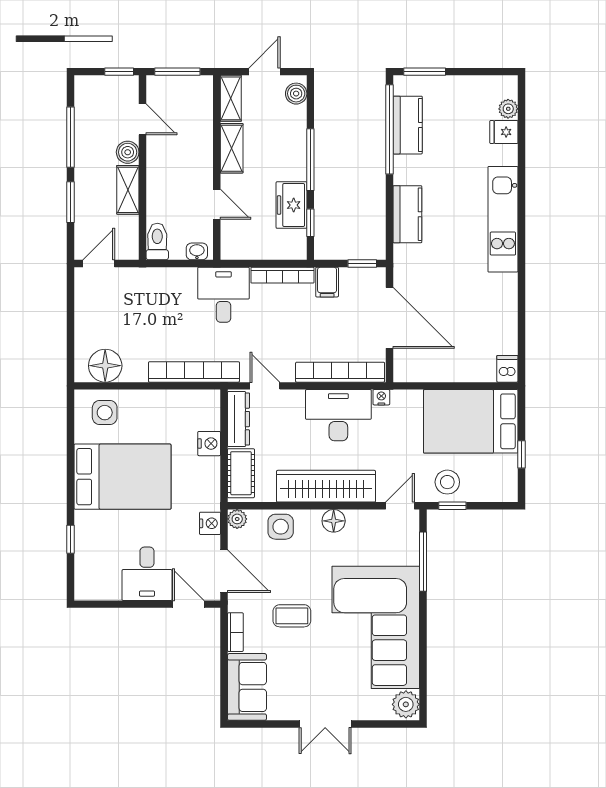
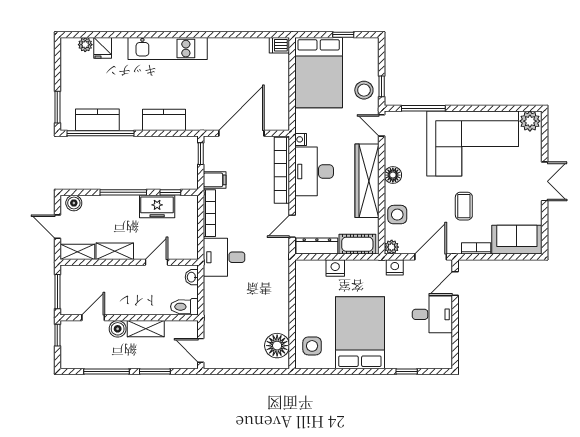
bookcase: (194, 372) -> (282, 279), removed

